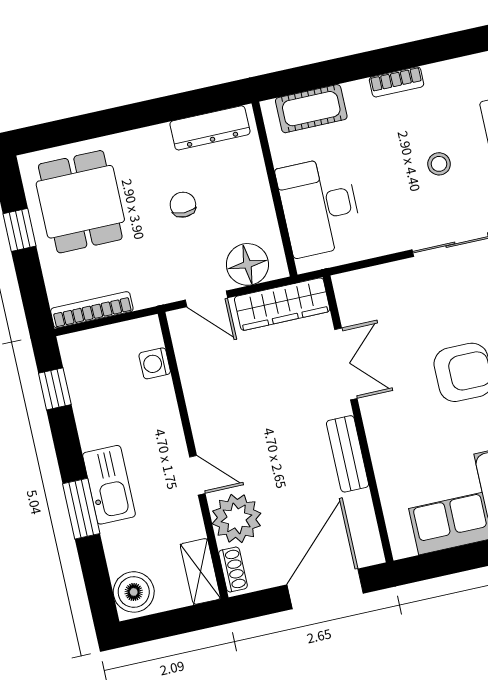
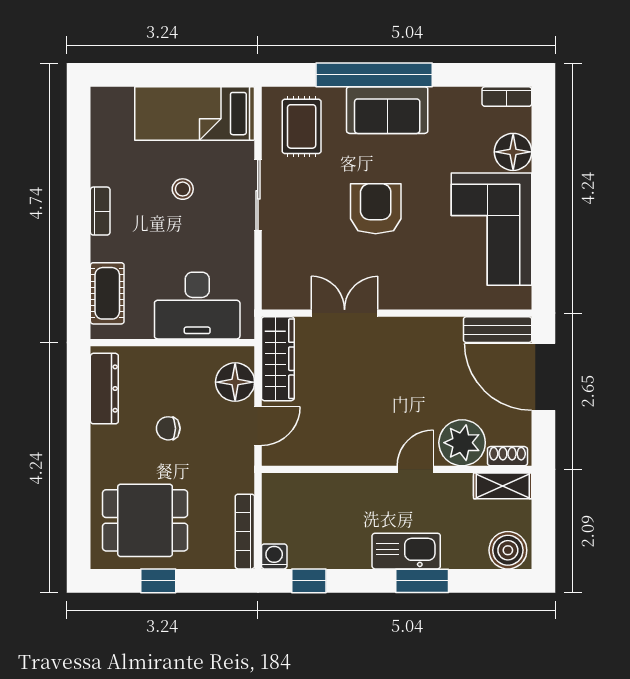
washing machine: (155, 363) -> (274, 556), moved, turned 180
bench: (348, 454) -> (498, 330), moved

